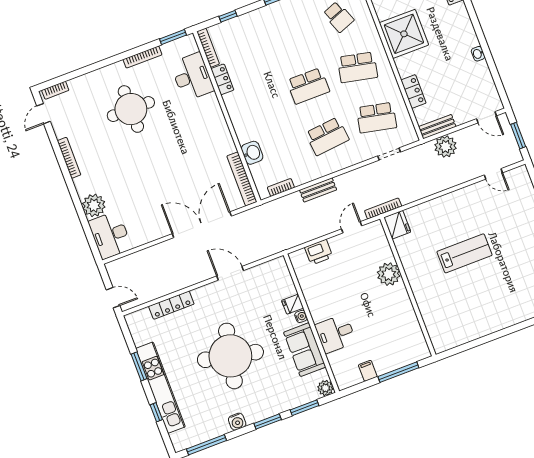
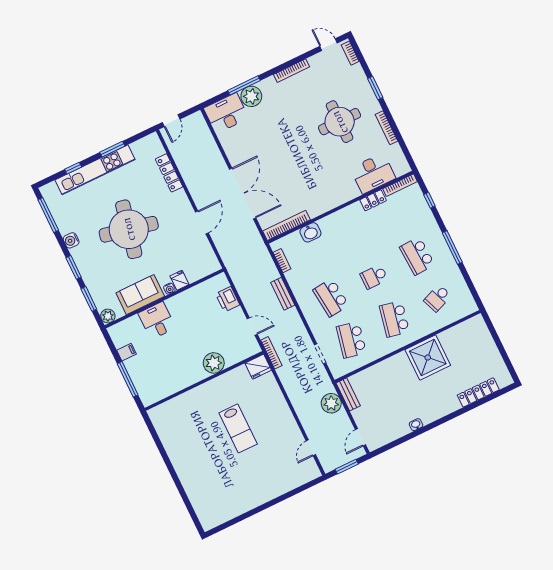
school desk: (289, 36) -> (417, 256), added
window: (173, 37) -> (375, 88), moved
school desk: (308, 86) -> (374, 277), width x0.54
locker: (413, 92) -> (377, 370), removed
window: (81, 213) -> (244, 85), added

